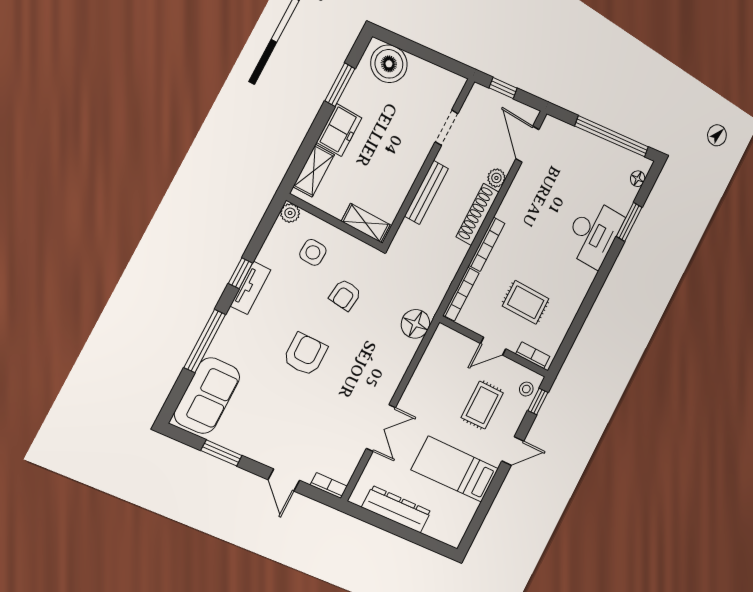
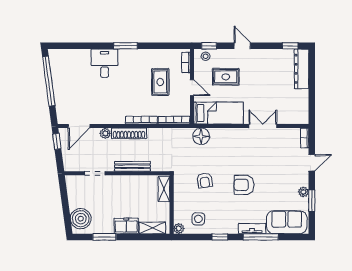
window: (503, 88) -> (57, 141), moved
floor lamp: (638, 179) -> (62, 54), removed
window: (629, 222) -> (125, 46), moved
desk: (593, 233) -> (105, 63), width x0.73
side table: (313, 252) -> (198, 219), moved
tv unit: (250, 288) -> (252, 229), moved
armchair: (345, 295) -> (205, 180), turned 75
plant: (243, 446) -> (303, 192), added
bed: (455, 469) -> (219, 113), moved, turned -90
dresser: (397, 509) -> (302, 69), moved
window: (476, 523) -> (290, 46), added

